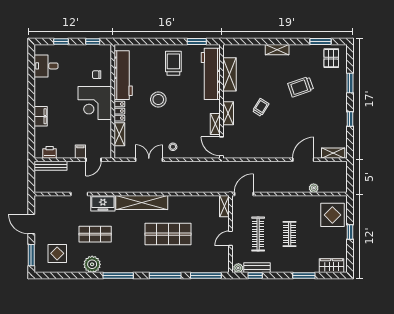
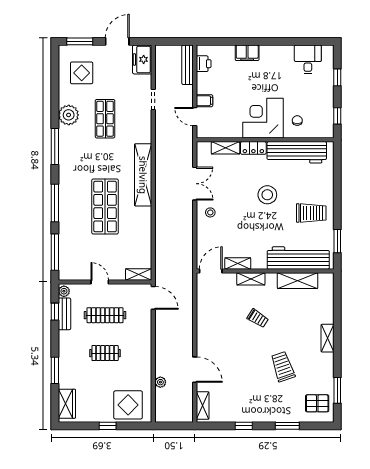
freezer: (103, 203) -> (142, 59), moved

